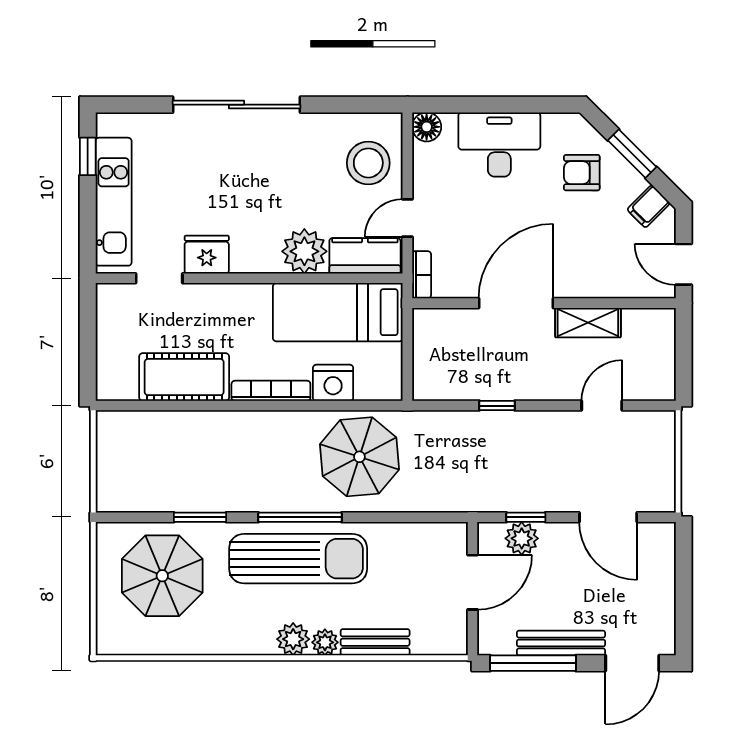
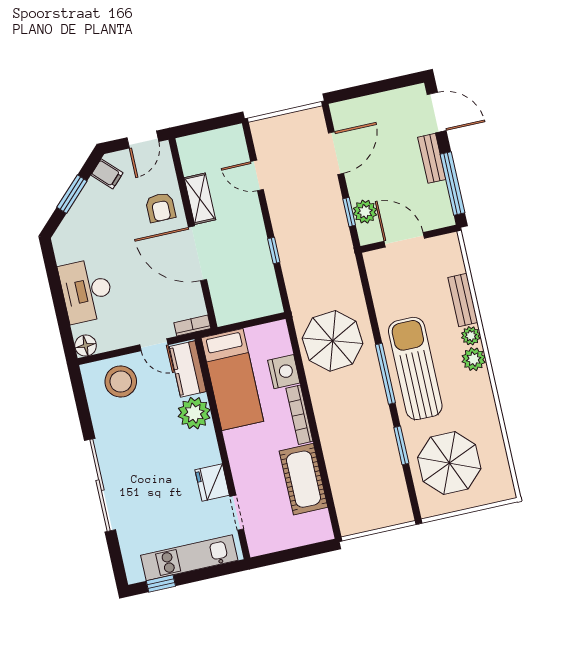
armchair: (582, 173) -> (161, 207), moved
bench: (561, 643) -> (432, 158), width x0.73

